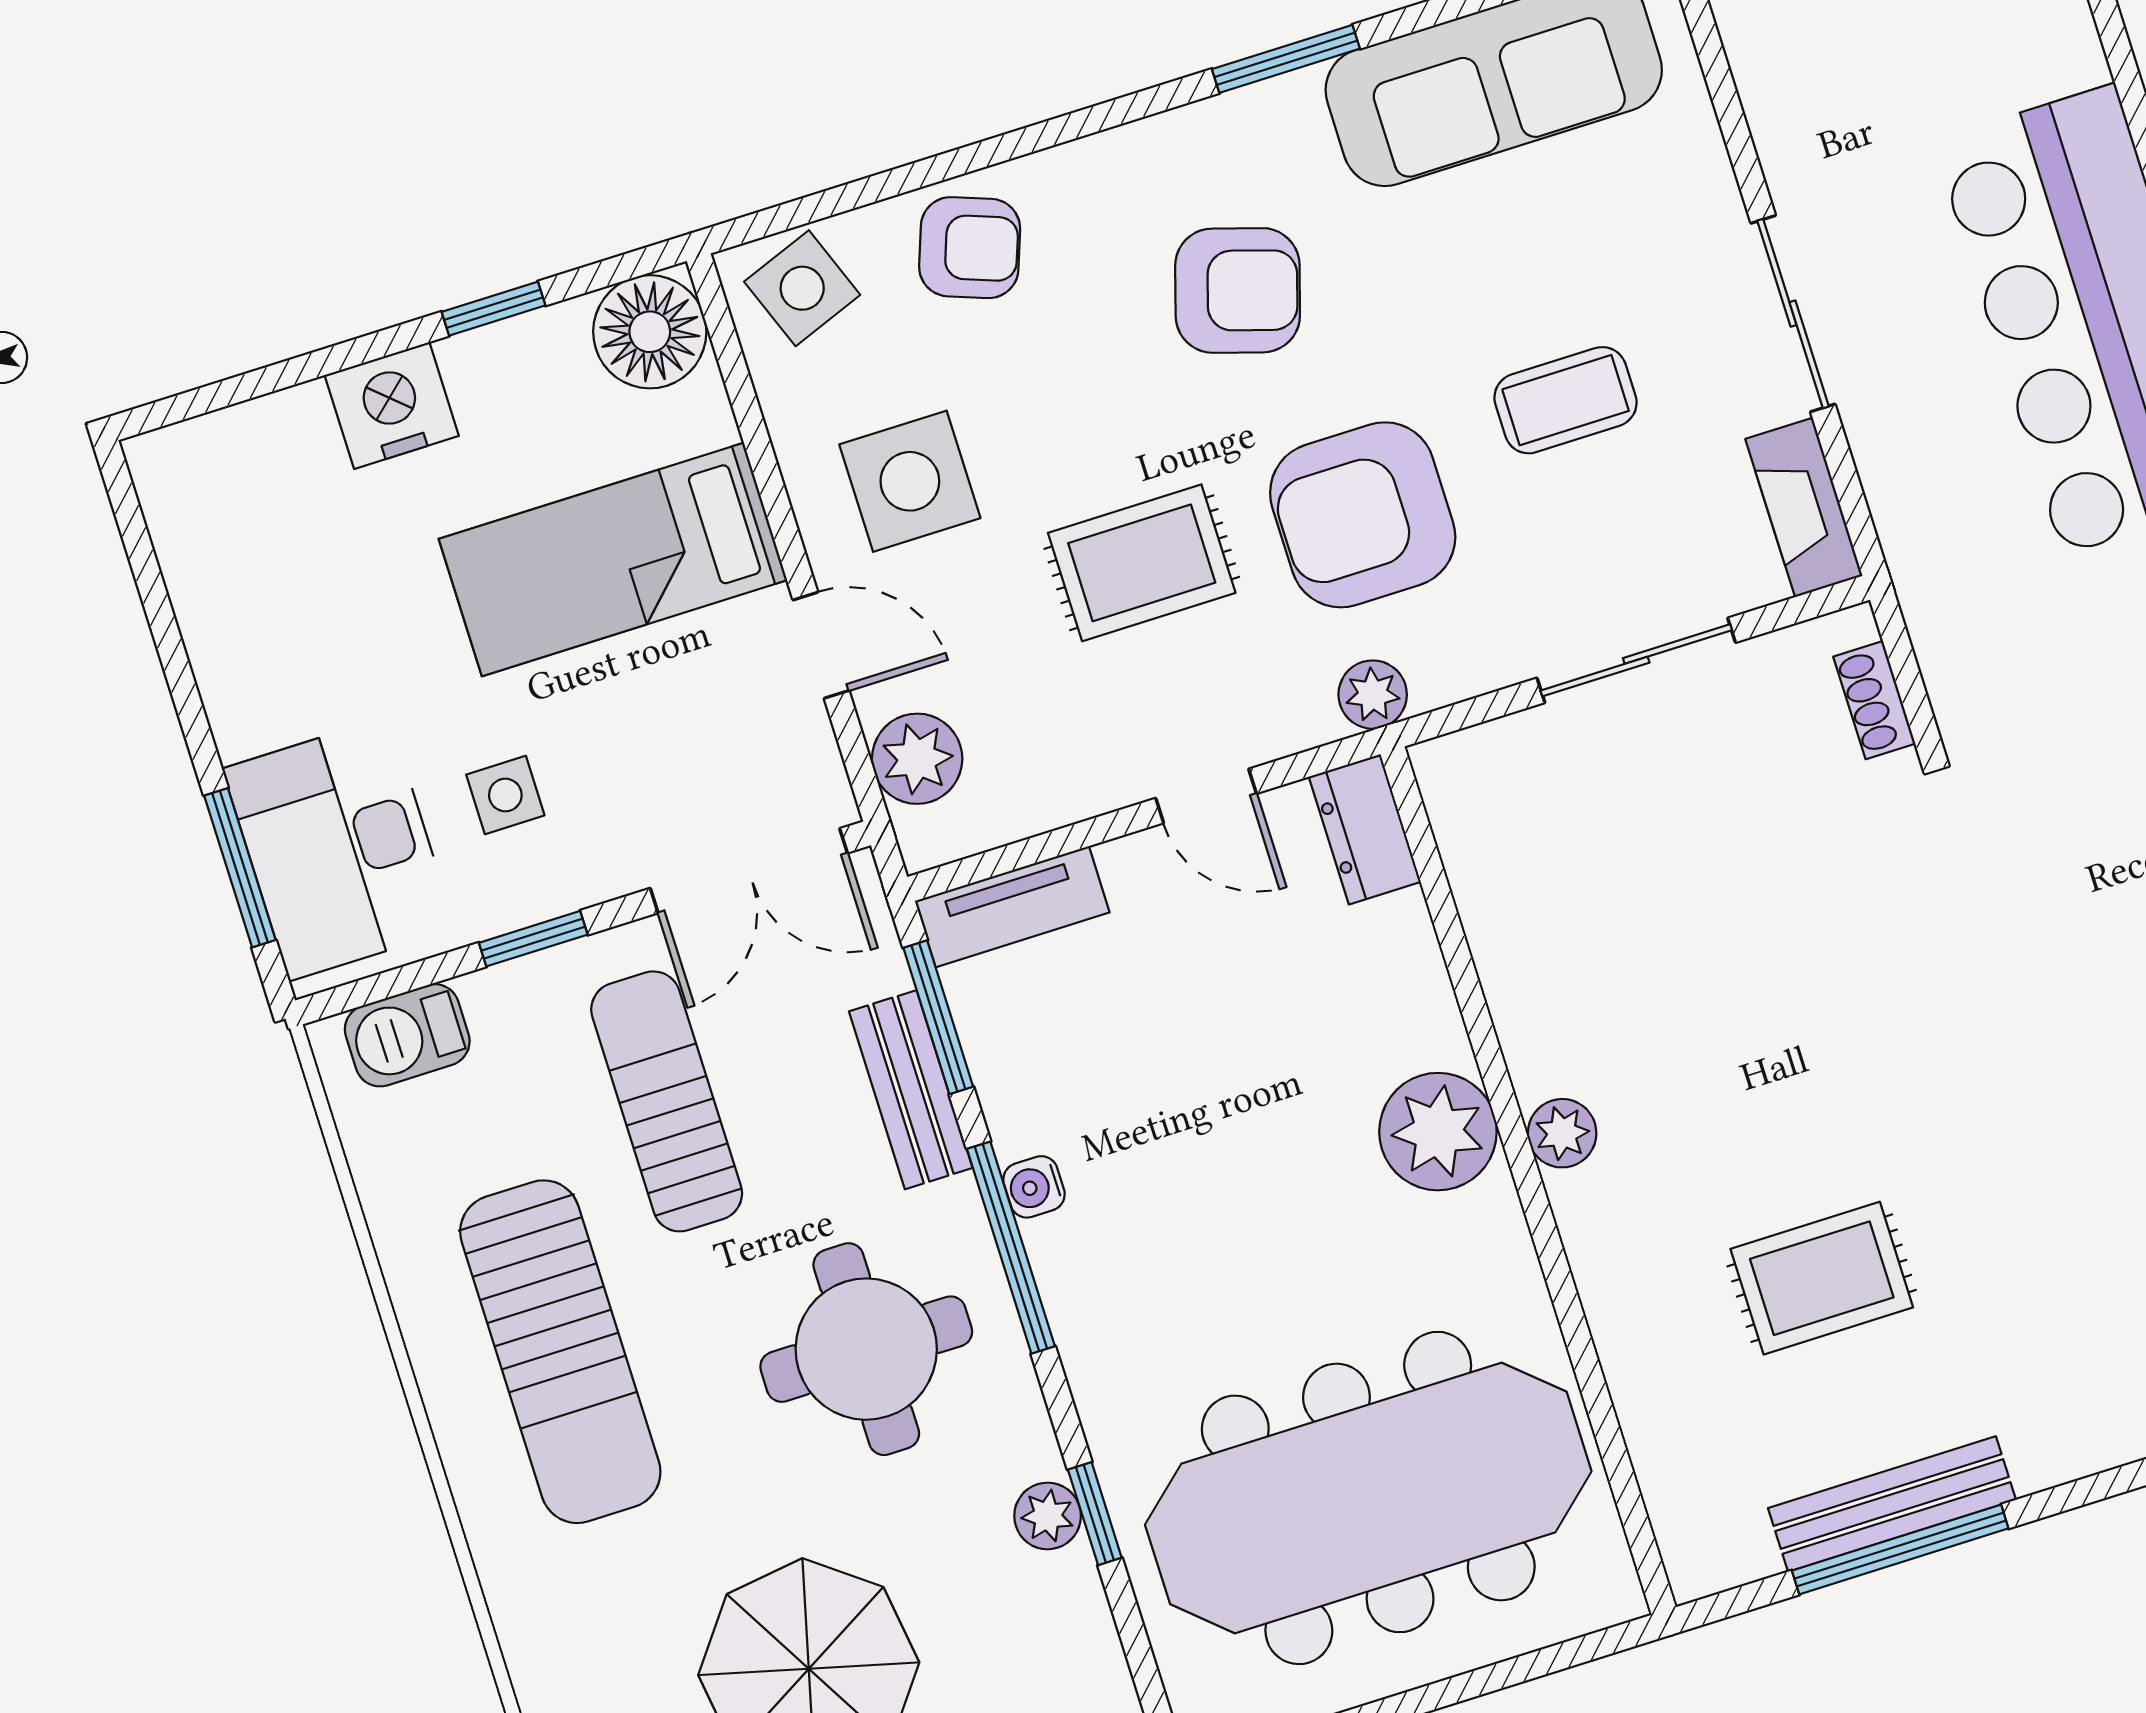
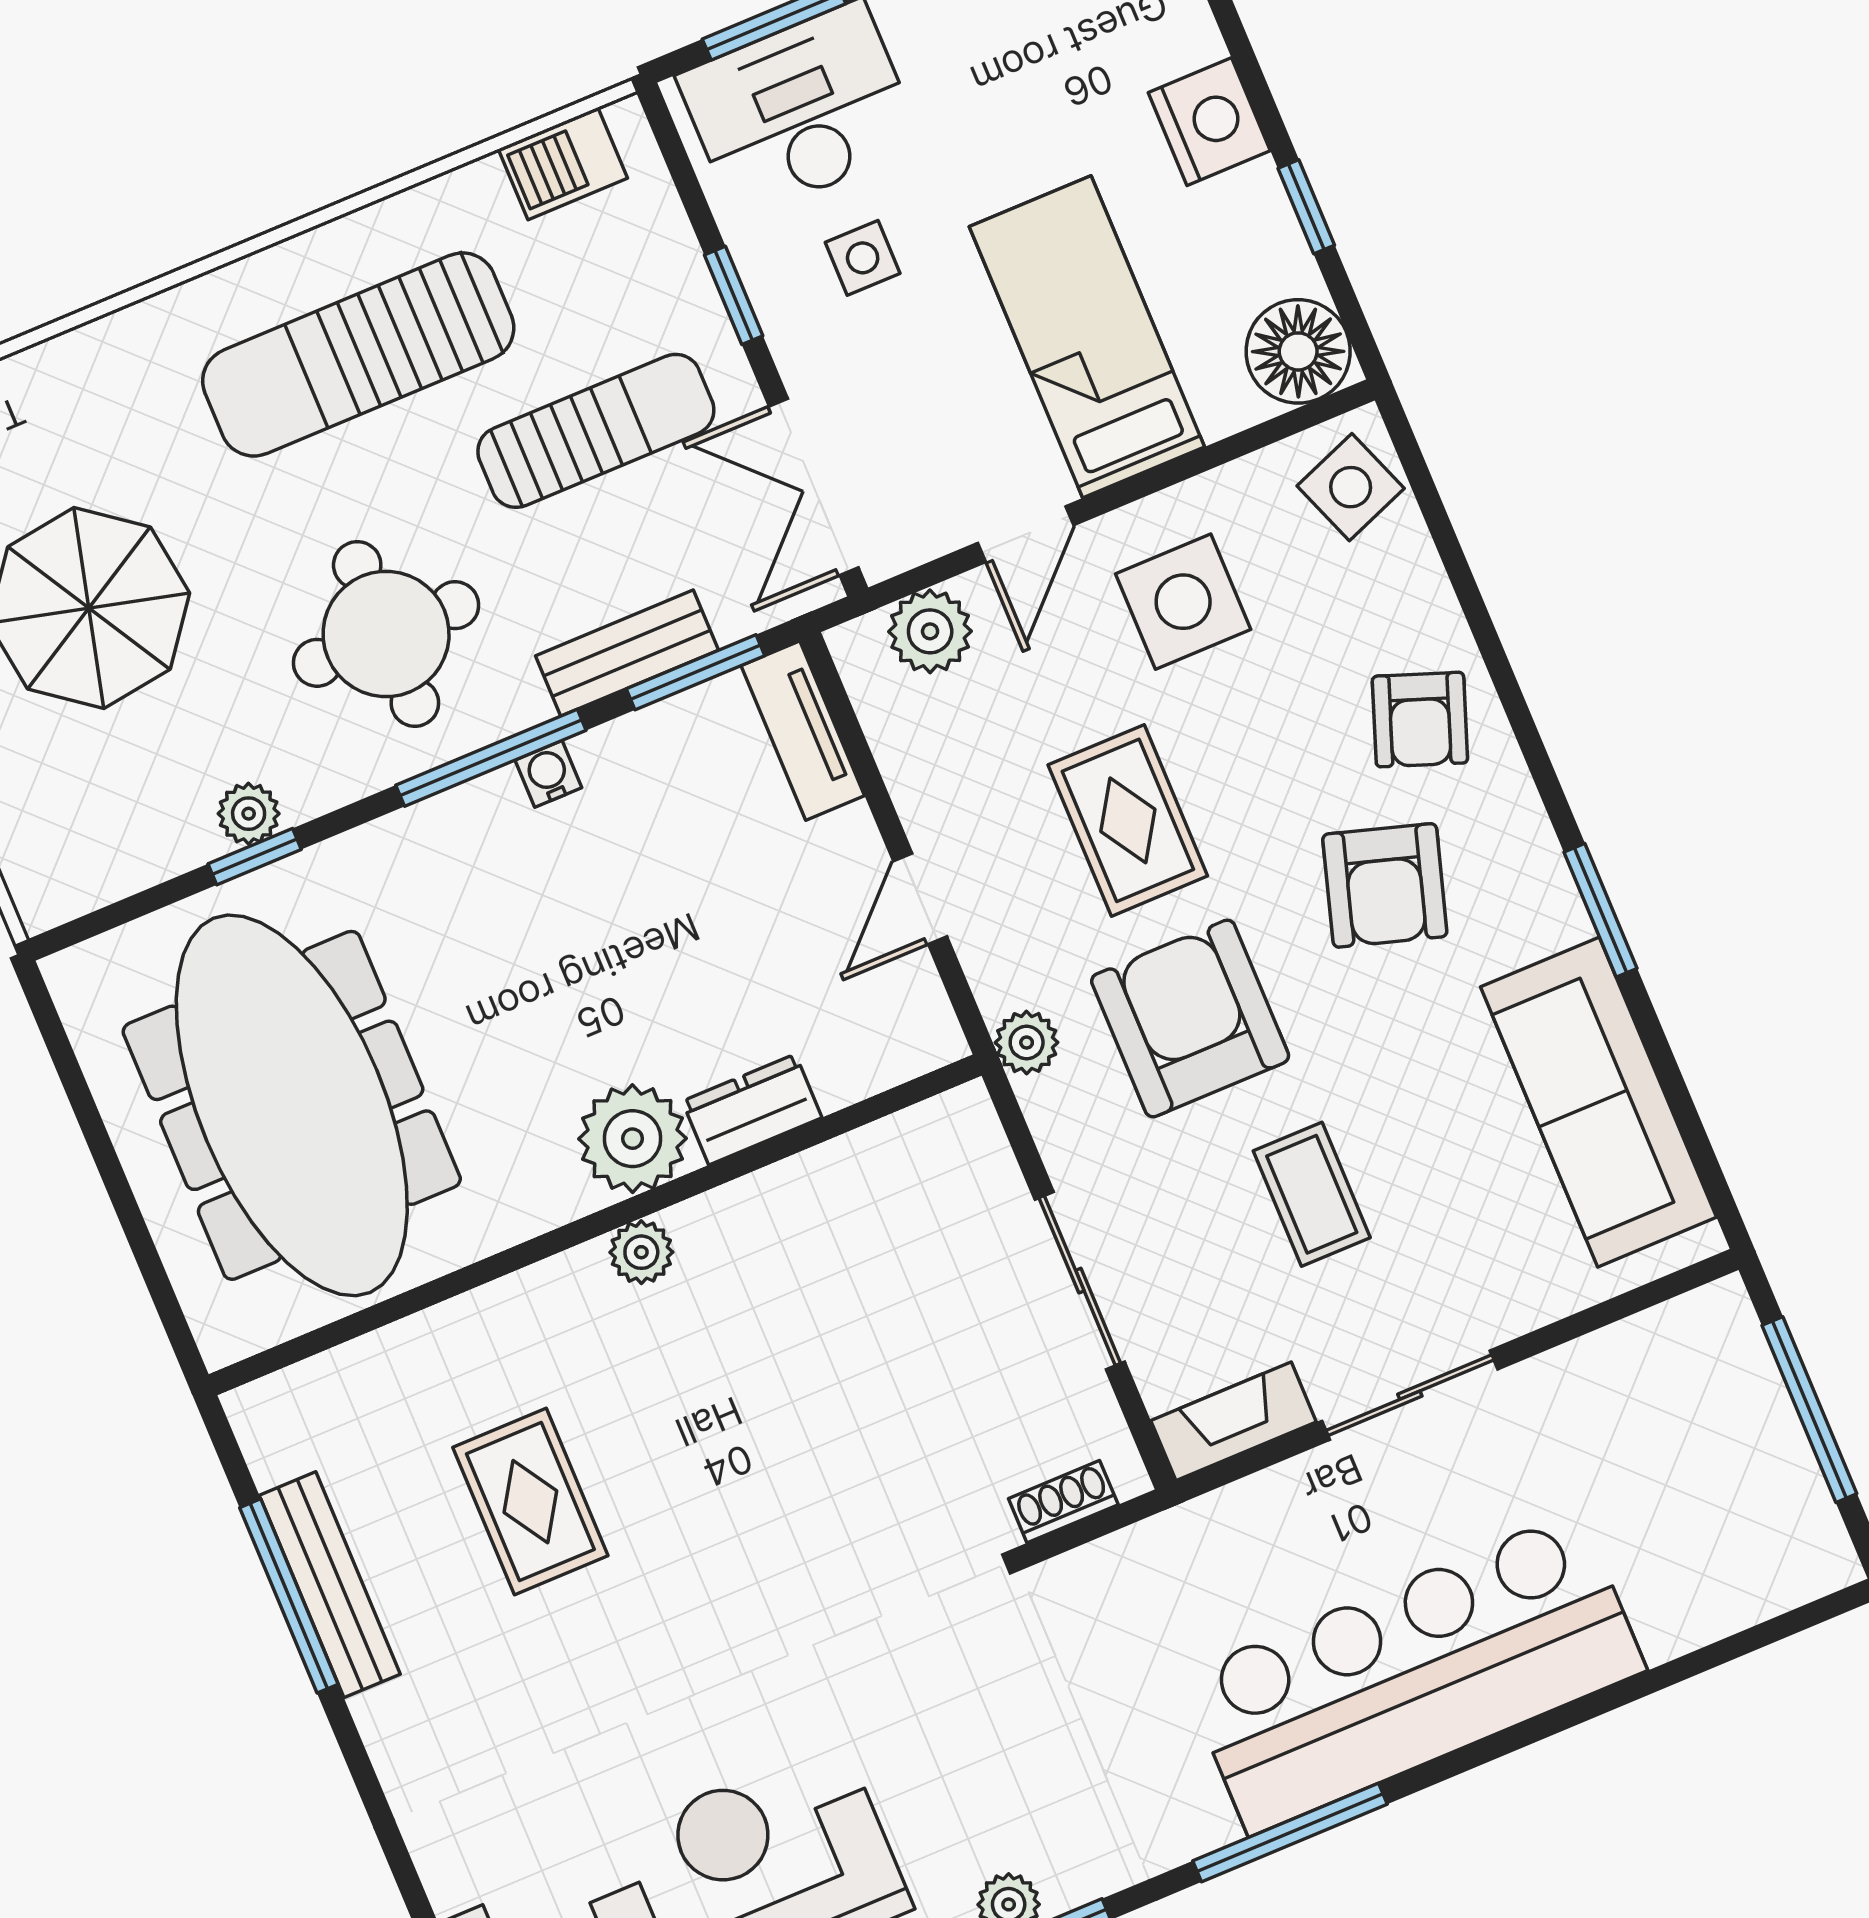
armchair: (970, 248) -> (1420, 720), moved
dresser: (1365, 829) -> (752, 1109), moved
barbecue: (407, 1035) -> (563, 164), moved, turned -90

